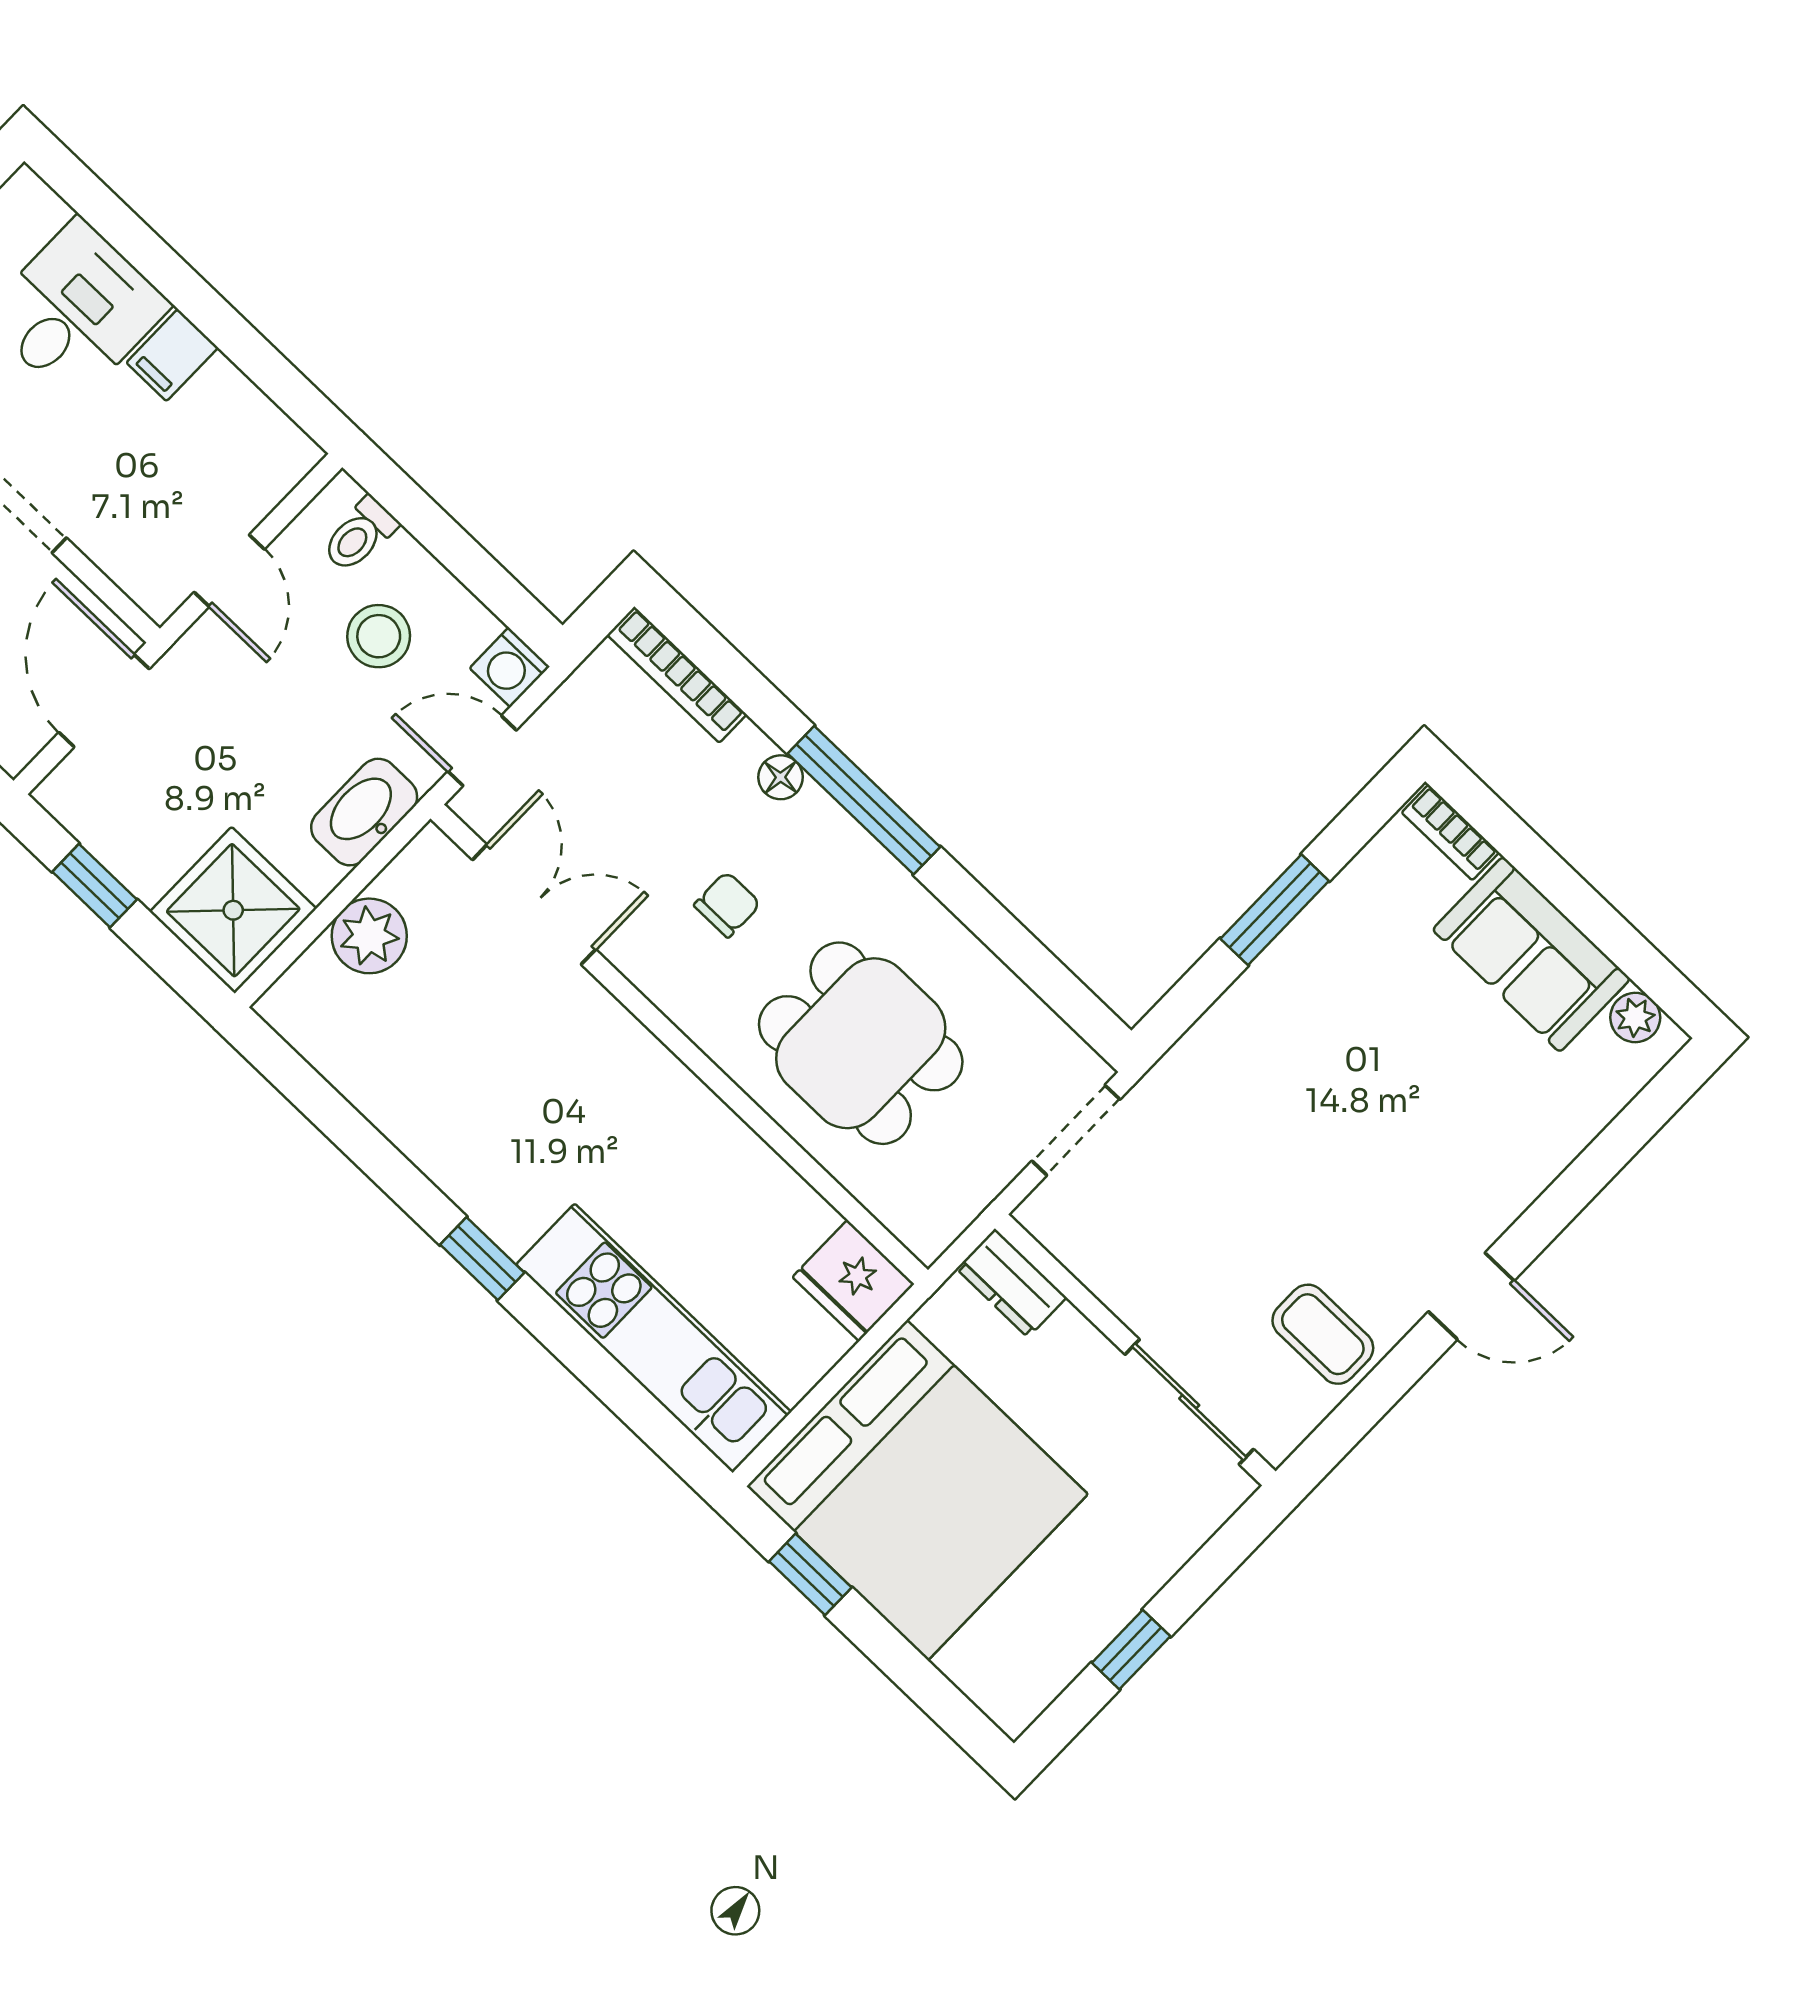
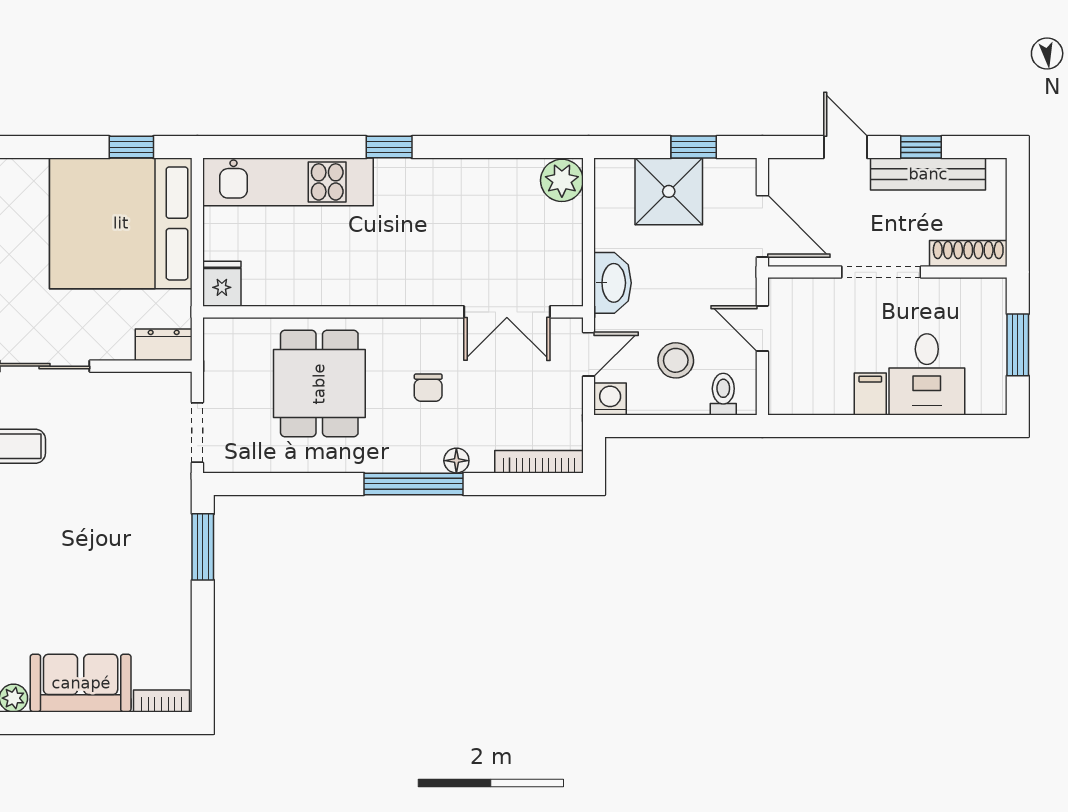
shower: (233, 910) -> (669, 191), moved
window: (1275, 910) -> (203, 547), moved
plant: (369, 936) -> (562, 180), moved
dining table: (861, 1043) -> (319, 384), turned 90
fridge: (853, 1281) -> (222, 284), width x0.72

